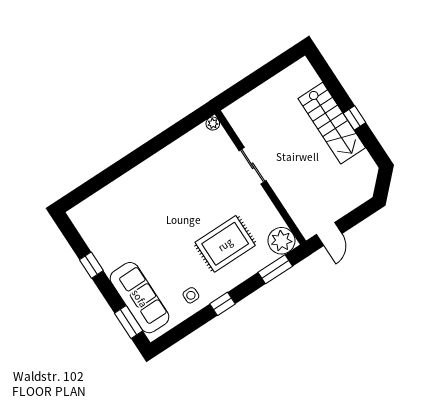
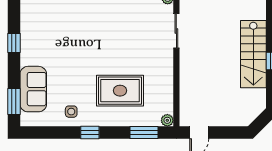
sliding door: (253, 166) -> (176, 31), moved
plant: (281, 241) -> (167, 120), width x0.53, depth x0.53
sofa: (140, 298) -> (33, 89), width x0.73

